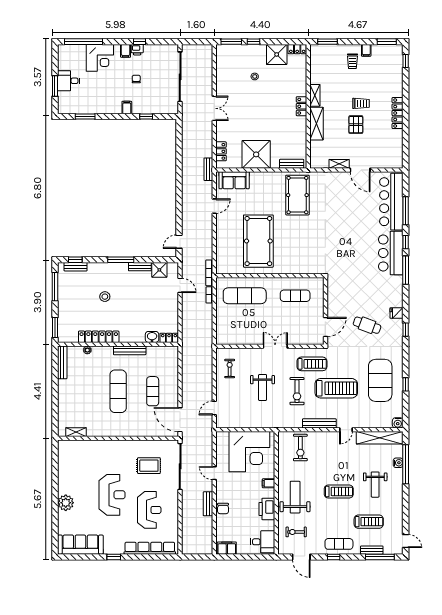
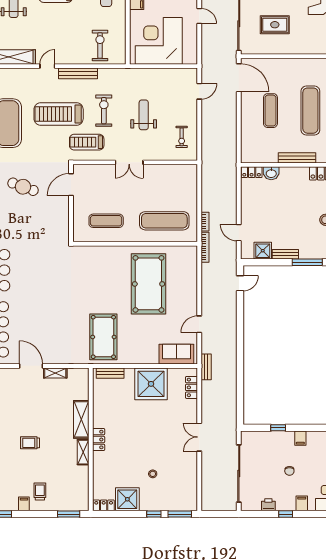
printer: (137, 50) -> (268, 505), moved
pallet: (356, 125) -> (36, 418), removed

